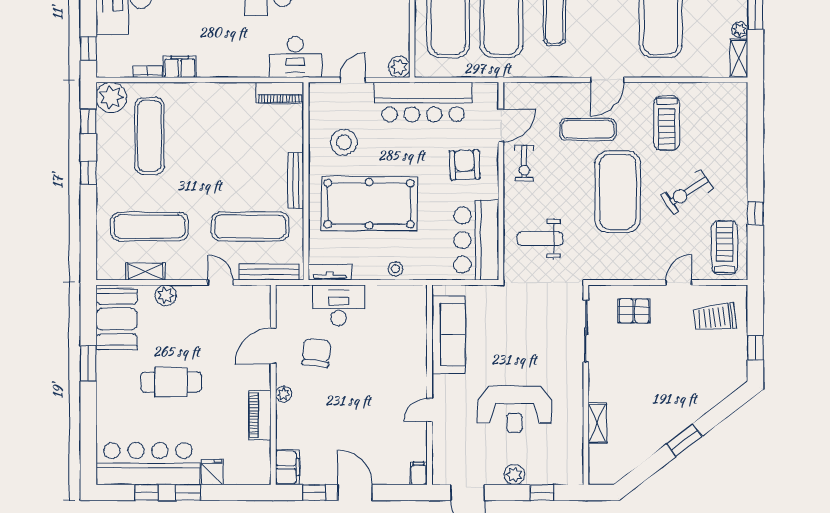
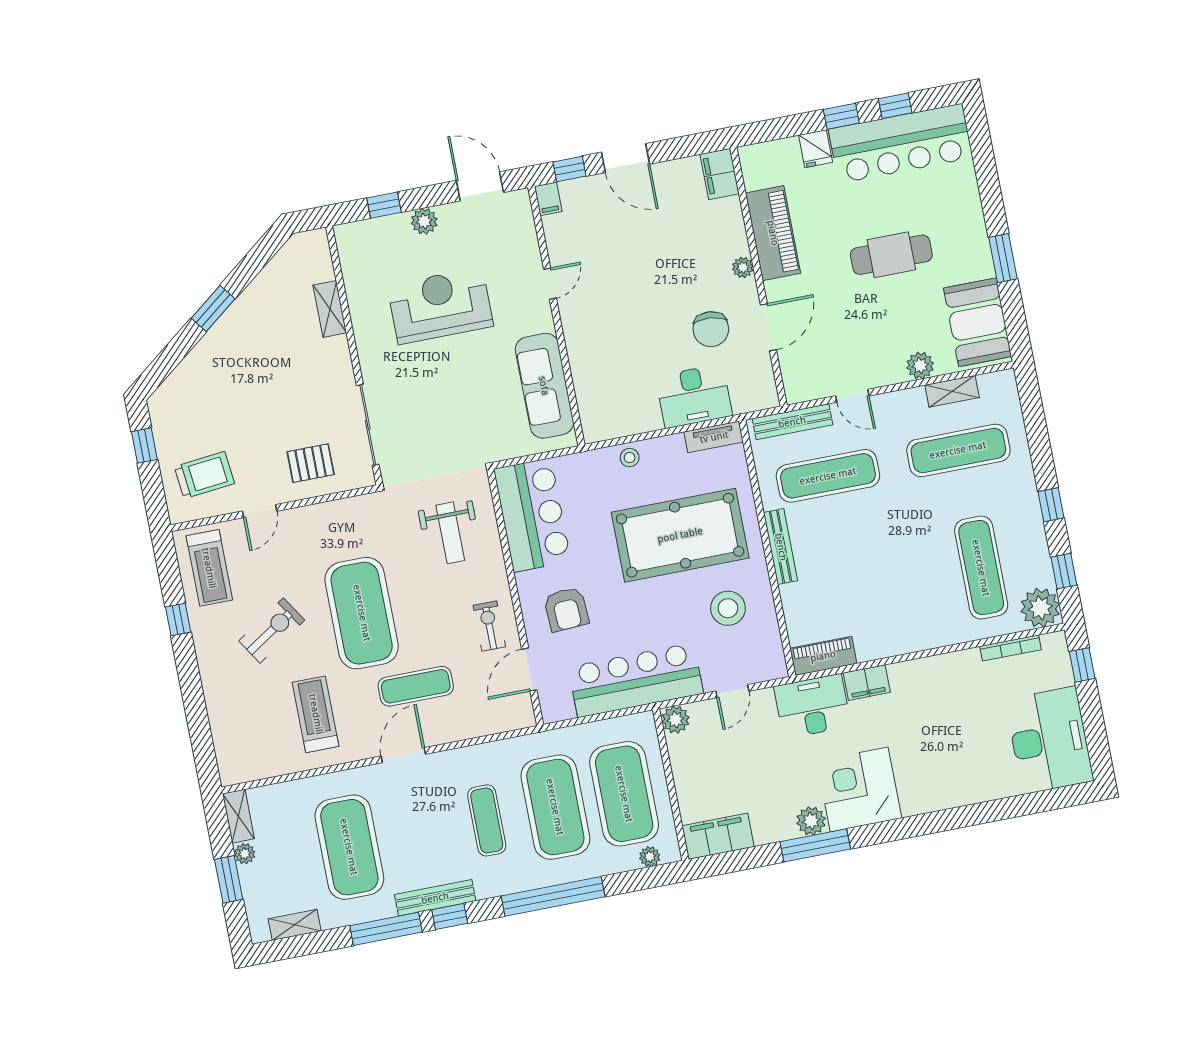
filing cabinet: (180, 67) -> (867, 683), moved
bookcase: (147, 72) -> (1010, 648), width x1.56
weight bench: (540, 239) -> (450, 533), turned 90
piano: (260, 415) -> (773, 233), width x1.37, depth x1.33
window: (314, 493) -> (570, 169), moved

